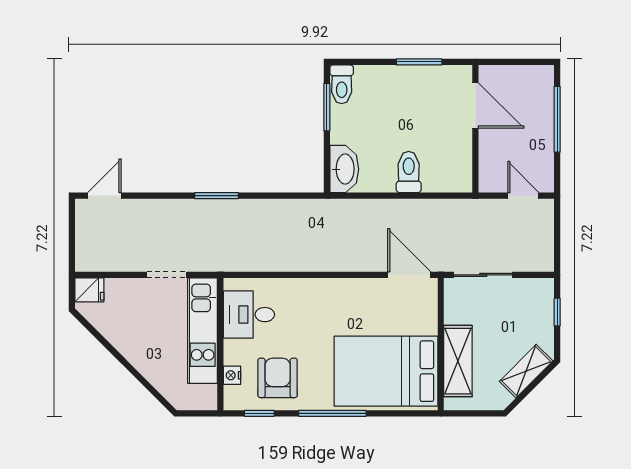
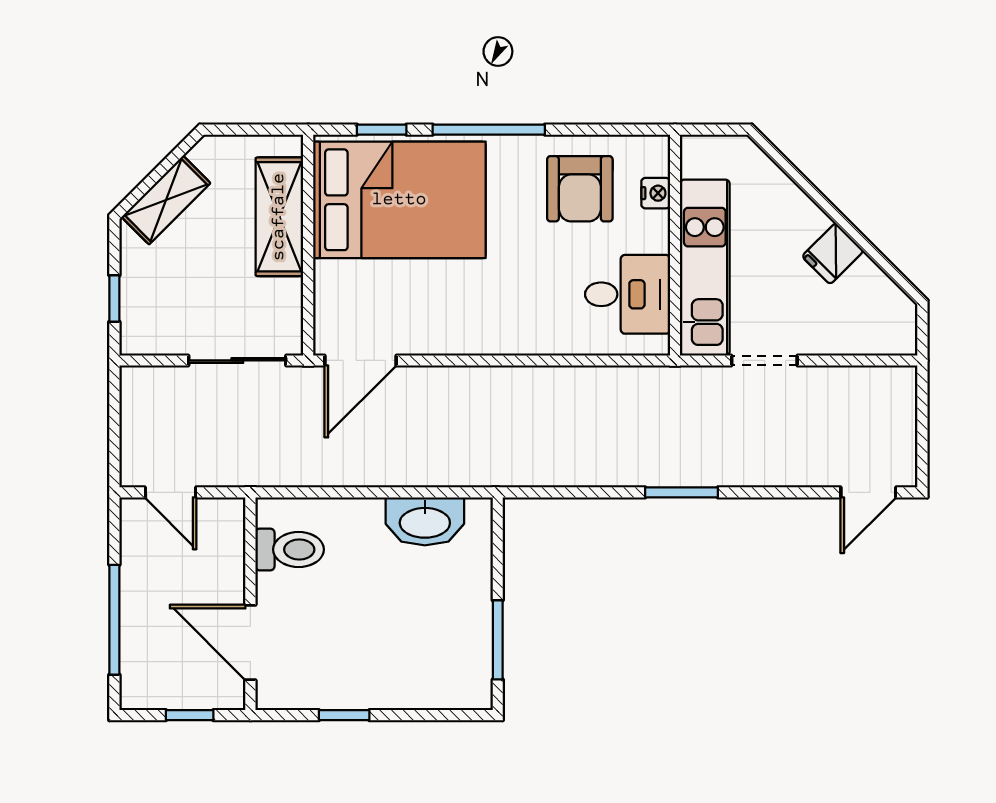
window: (419, 62) -> (344, 715), width x0.67
window: (512, 62) -> (190, 715), added
toilet: (342, 84) -> (473, 678), removed
washbasin: (344, 169) -> (425, 521), moved, turned -90
toilet: (409, 172) -> (290, 550), moved, turned -90
door: (409, 275) -> (360, 360), hinge flipped
fridge: (89, 290) -> (833, 254), moved, turned -45
window: (259, 413) -> (382, 130), moved

